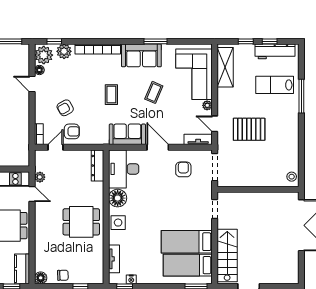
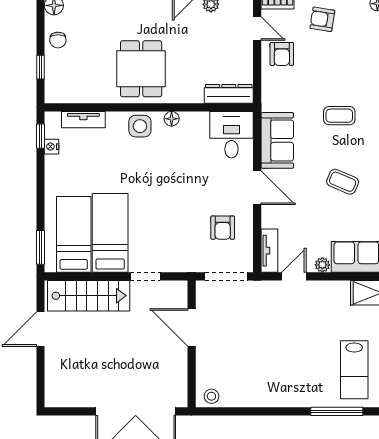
lab bench: (275, 85) -> (354, 370), turned 180
armchair: (65, 108) -> (322, 19), moved, turned -52
pallet: (249, 129) -> (285, 330), removed
door: (158, 147) -> (257, 188), hinge flipped
desk: (124, 169) -> (231, 135), width x0.73
armchair: (183, 169) -> (223, 228), turned 90
door: (247, 189) -> (192, 327), added
floor lamp: (118, 198) -> (172, 119), width x0.53, depth x0.53
doorway: (215, 209) -> (145, 276), moved

